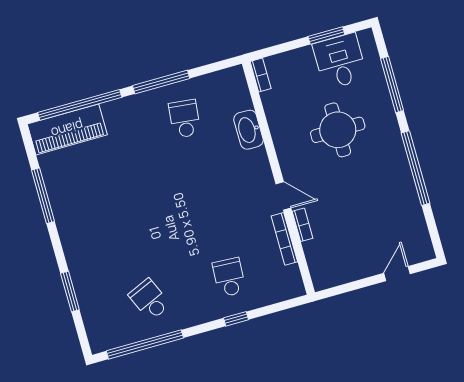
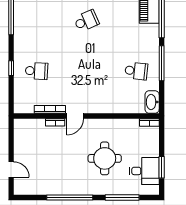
washbasin: (248, 130) -> (152, 102), moved, turned -90
school desk: (149, 300) -> (86, 21), moved

